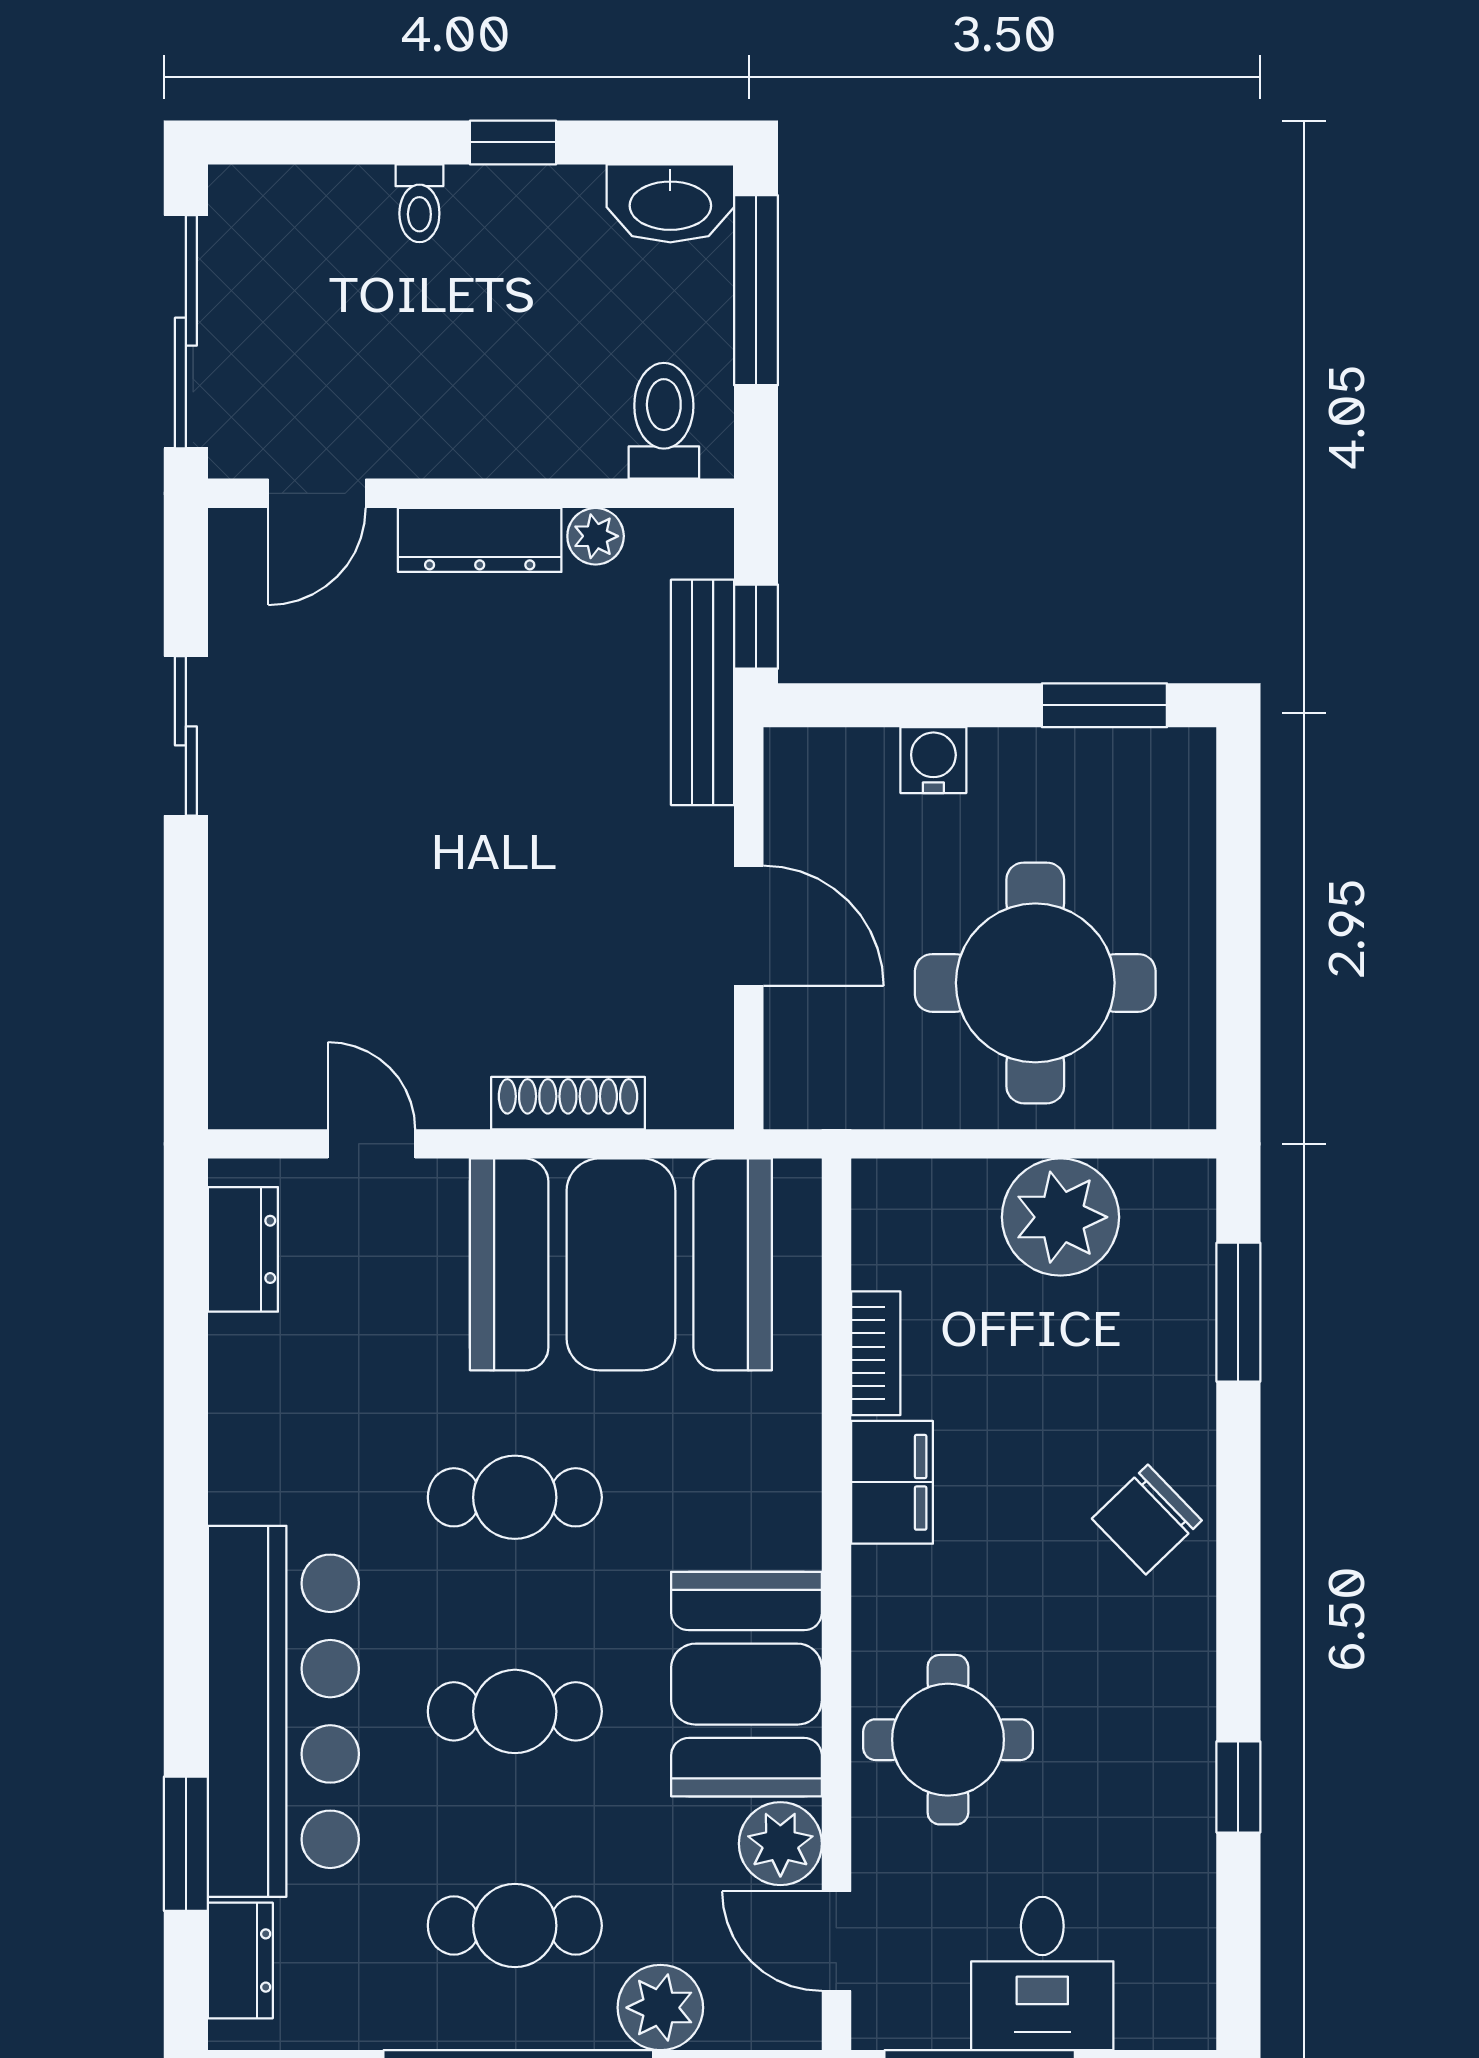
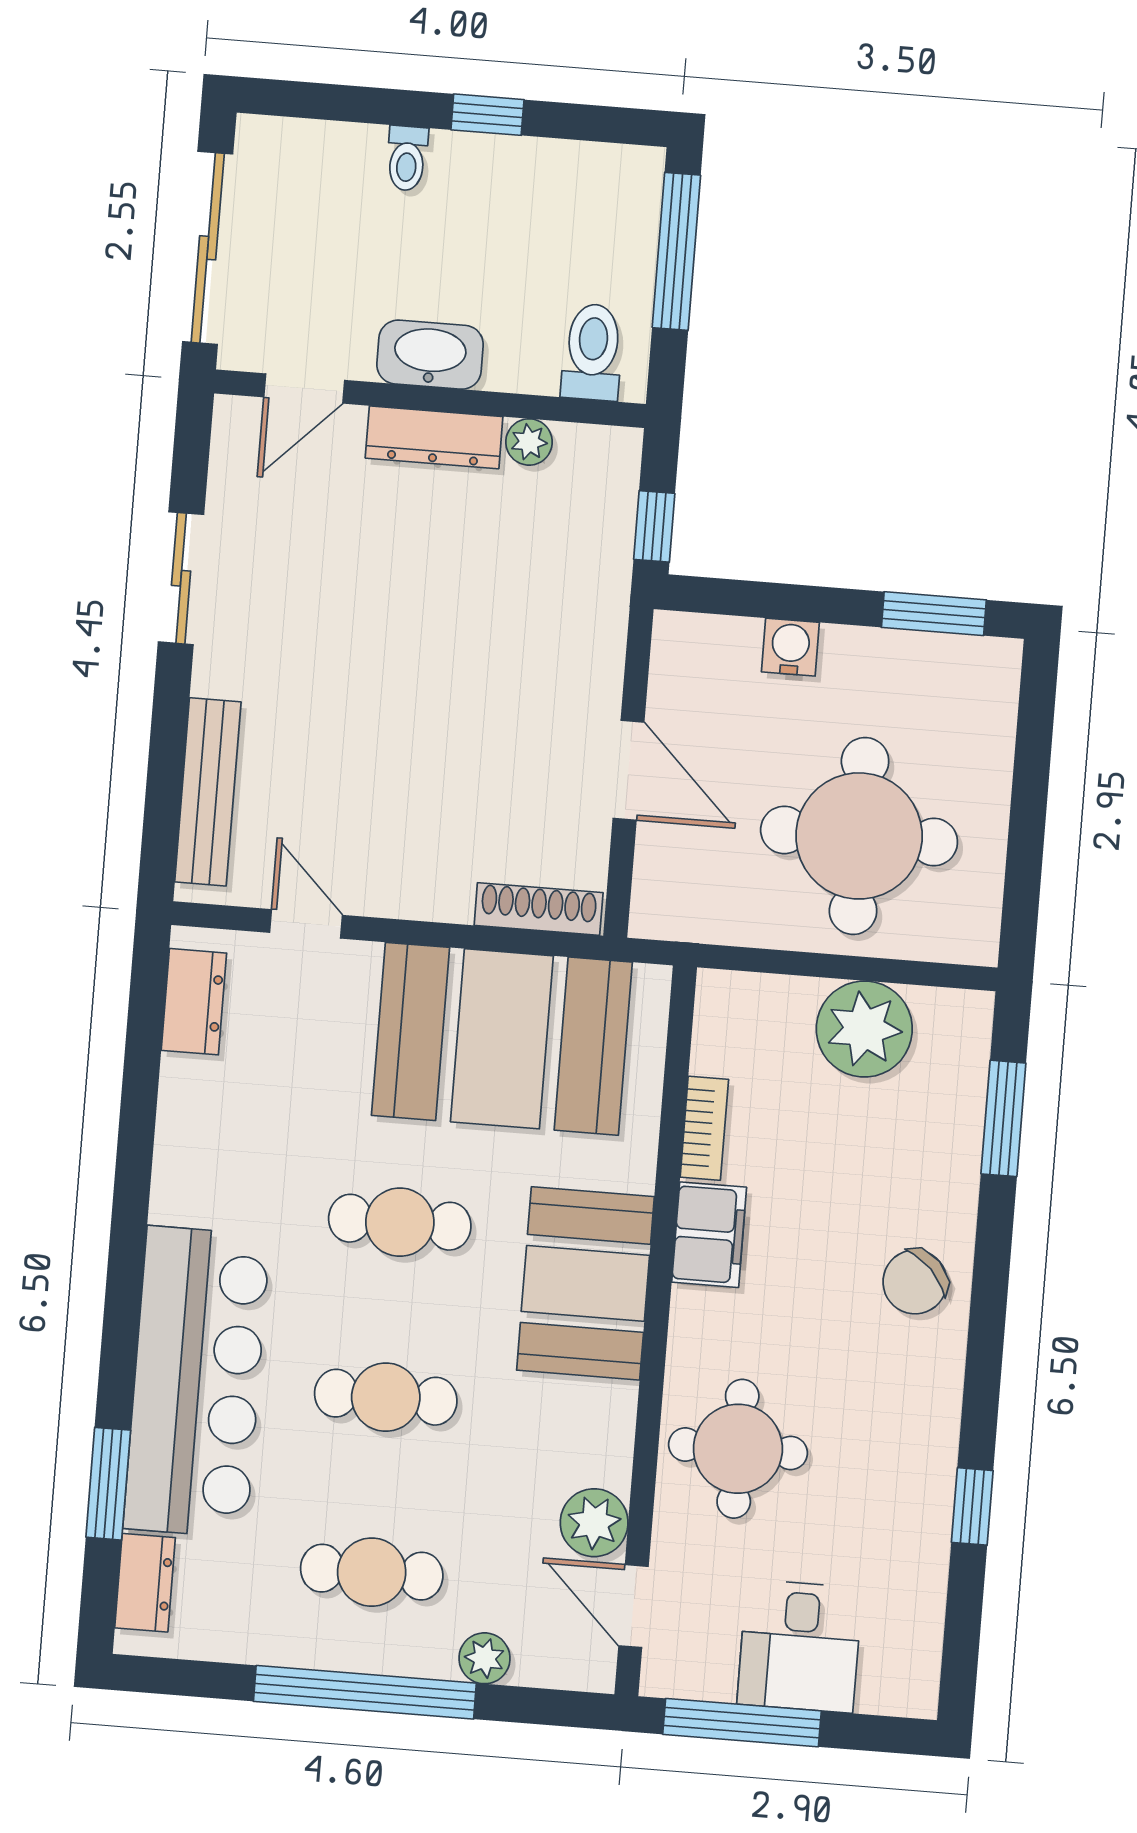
washbasin: (670, 203) -> (430, 355), moved, turned 180
bench: (703, 692) -> (208, 792), moved
shoe rack: (568, 1103) -> (539, 909), moved
booth: (746, 1684) -> (585, 1283), moved
plant: (660, 2008) -> (484, 1658), width x0.73, depth x0.73

